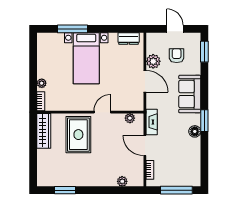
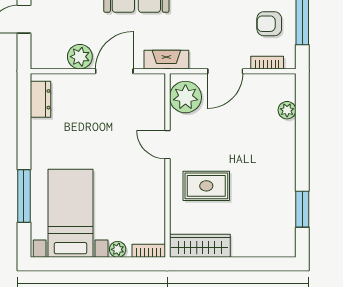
armchair: (177, 56) -> (269, 24), moved
bed with nightstands: (86, 58) -> (71, 213), moved, turned -90
plant: (130, 118) -> (185, 97), width x1.88, depth x1.88
fireplace: (152, 122) -> (166, 60), moved
rug: (78, 135) -> (206, 186), width x0.73, depth x0.70

